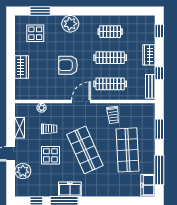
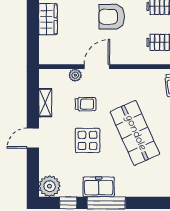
door: (81, 102) -> (97, 67), moved
plant: (23, 171) -> (50, 186), moved
freezer: (70, 189) -> (99, 187), moved

